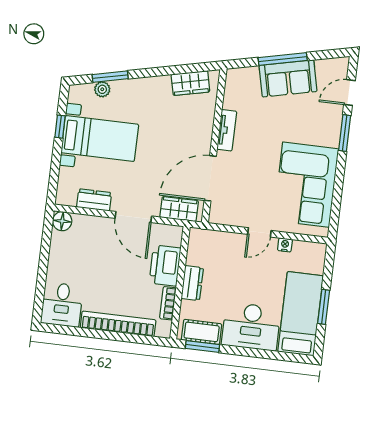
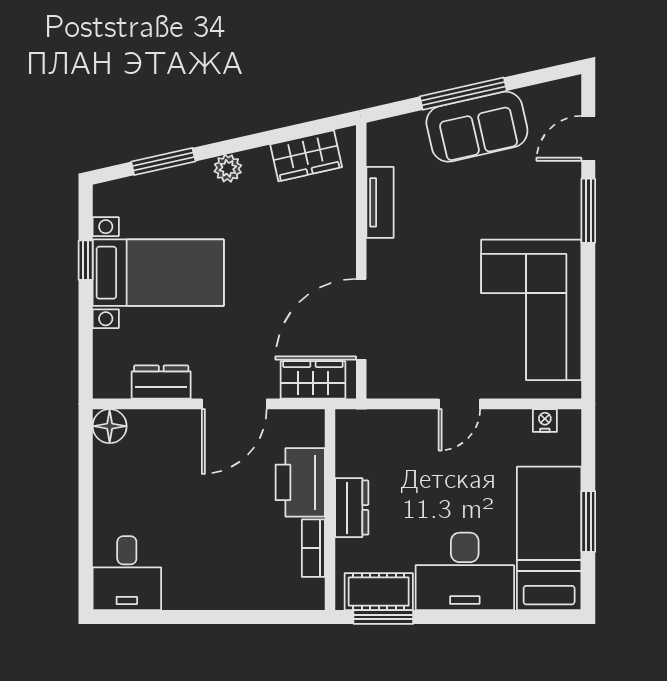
plant: (102, 89) -> (228, 168), moved
tv unit: (227, 130) -> (380, 202), moved
door: (133, 217) -> (234, 404), hinge flipped
nightstand: (285, 245) -> (545, 420), moved
bookcase: (118, 324) -> (230, 595), removed

